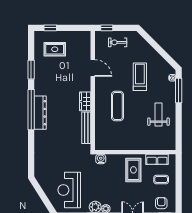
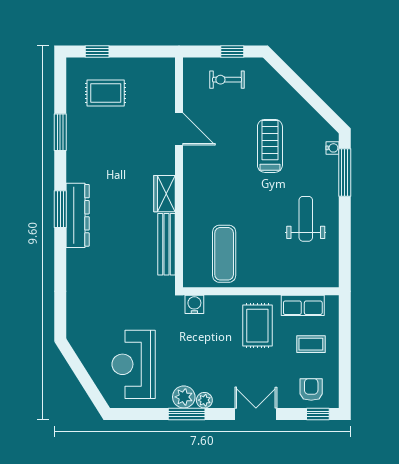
window: (107, 28) -> (232, 52), moved
exercise mat: (117, 106) -> (224, 254), moved
window: (31, 110) -> (60, 209), width x0.47

